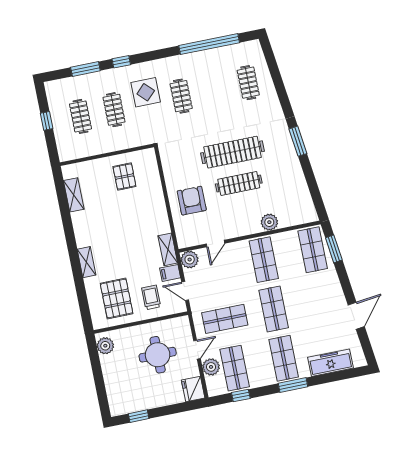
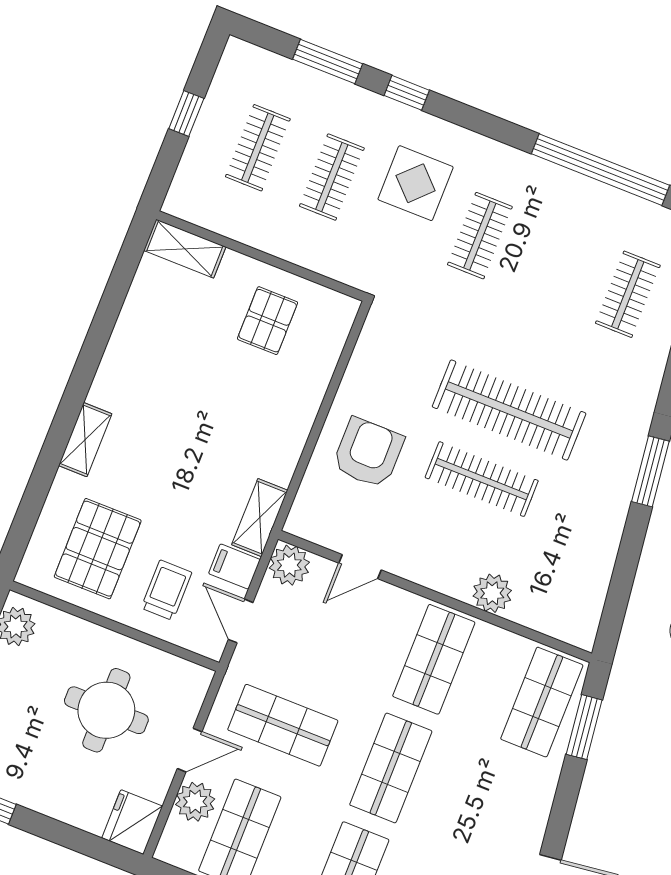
shelving: (74, 195) -> (185, 249), moved, turned 90

